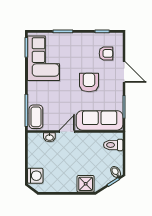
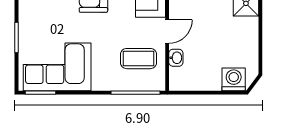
coffee table: (36, 117) -> (139, 59), moved
door: (67, 131) -> (167, 32), swing flipped

